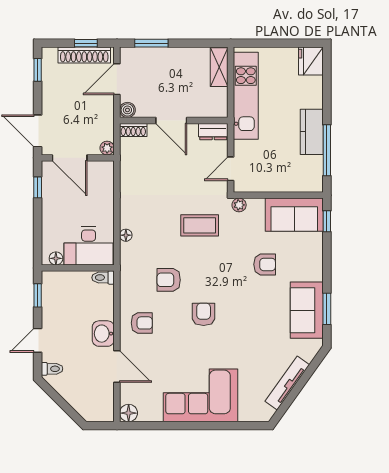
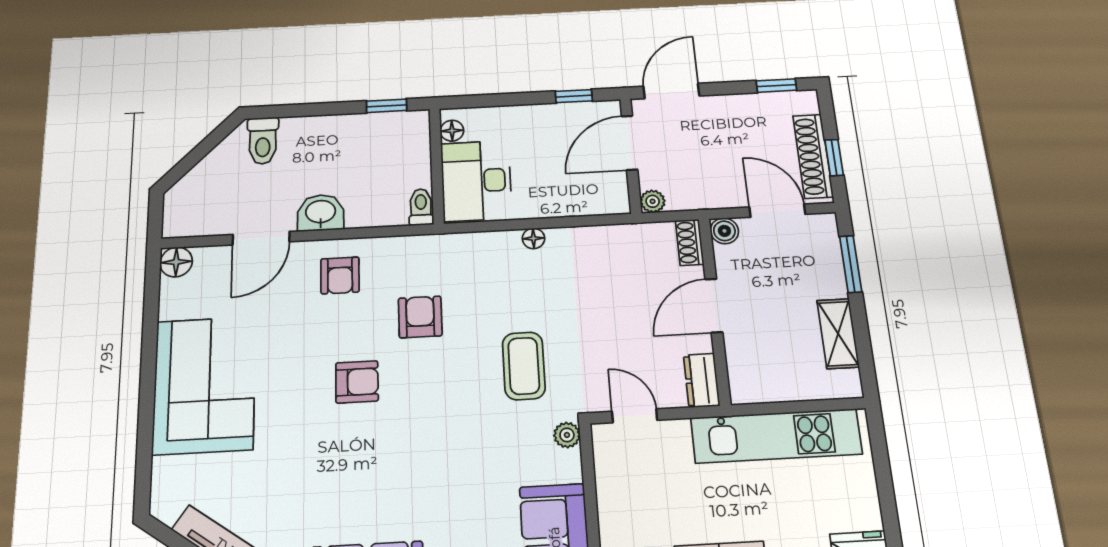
shelving: (219, 67) -> (838, 334), moved, turned 90
floor lamp: (126, 235) -> (533, 238), moved
armchair: (265, 264) -> (455, 489), removed
door: (38, 340) -> (308, 110), removed
toilet: (52, 369) -> (263, 141), width x1.37, depth x1.39

